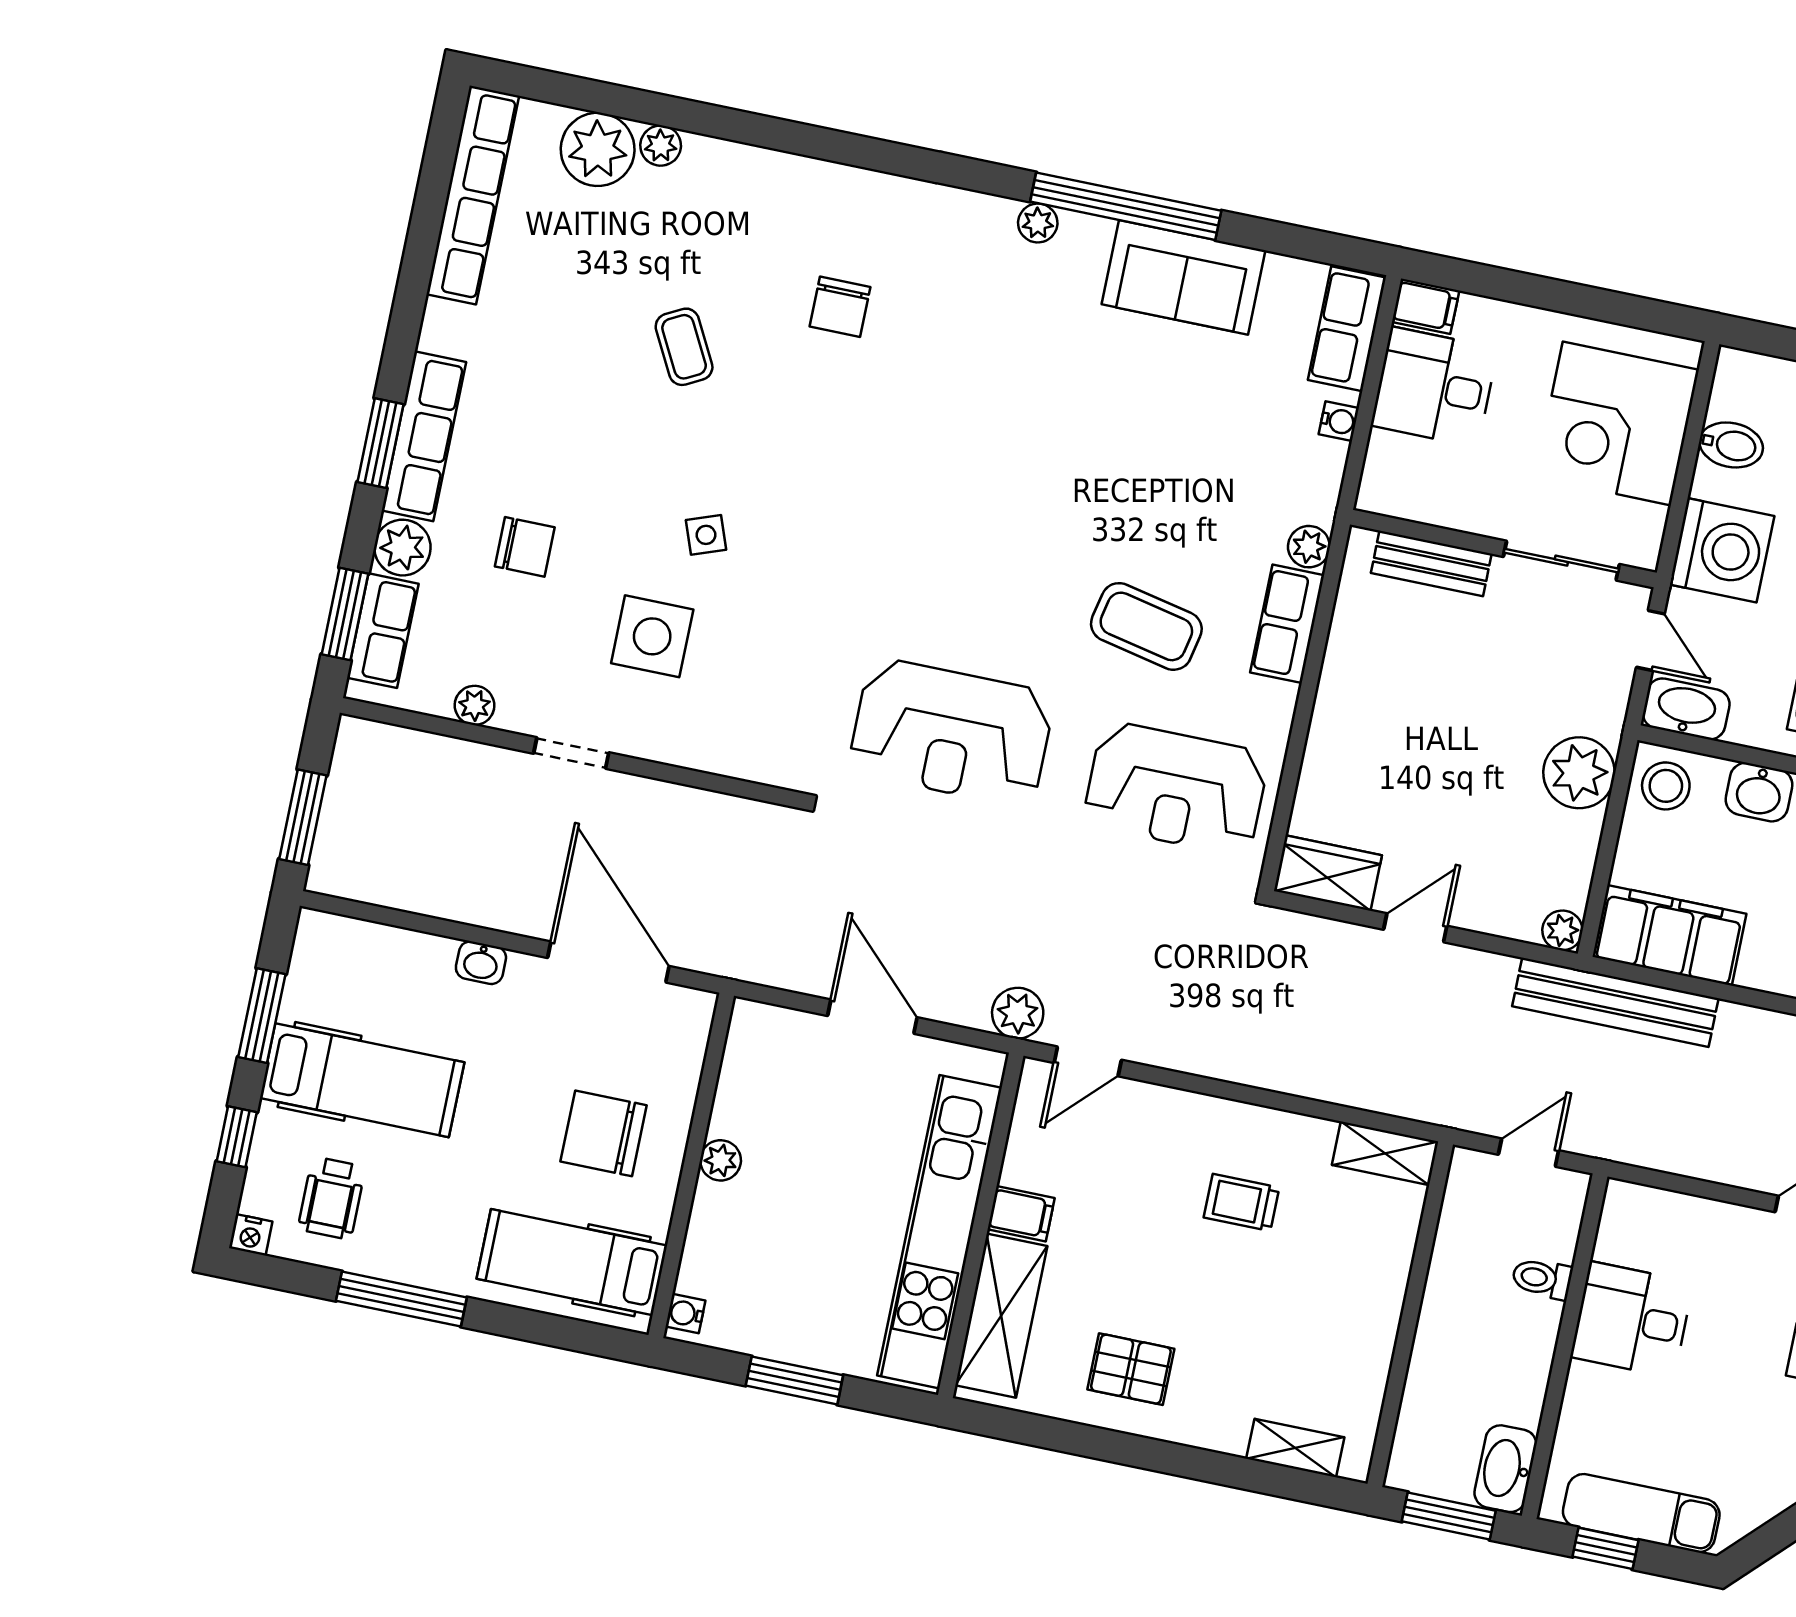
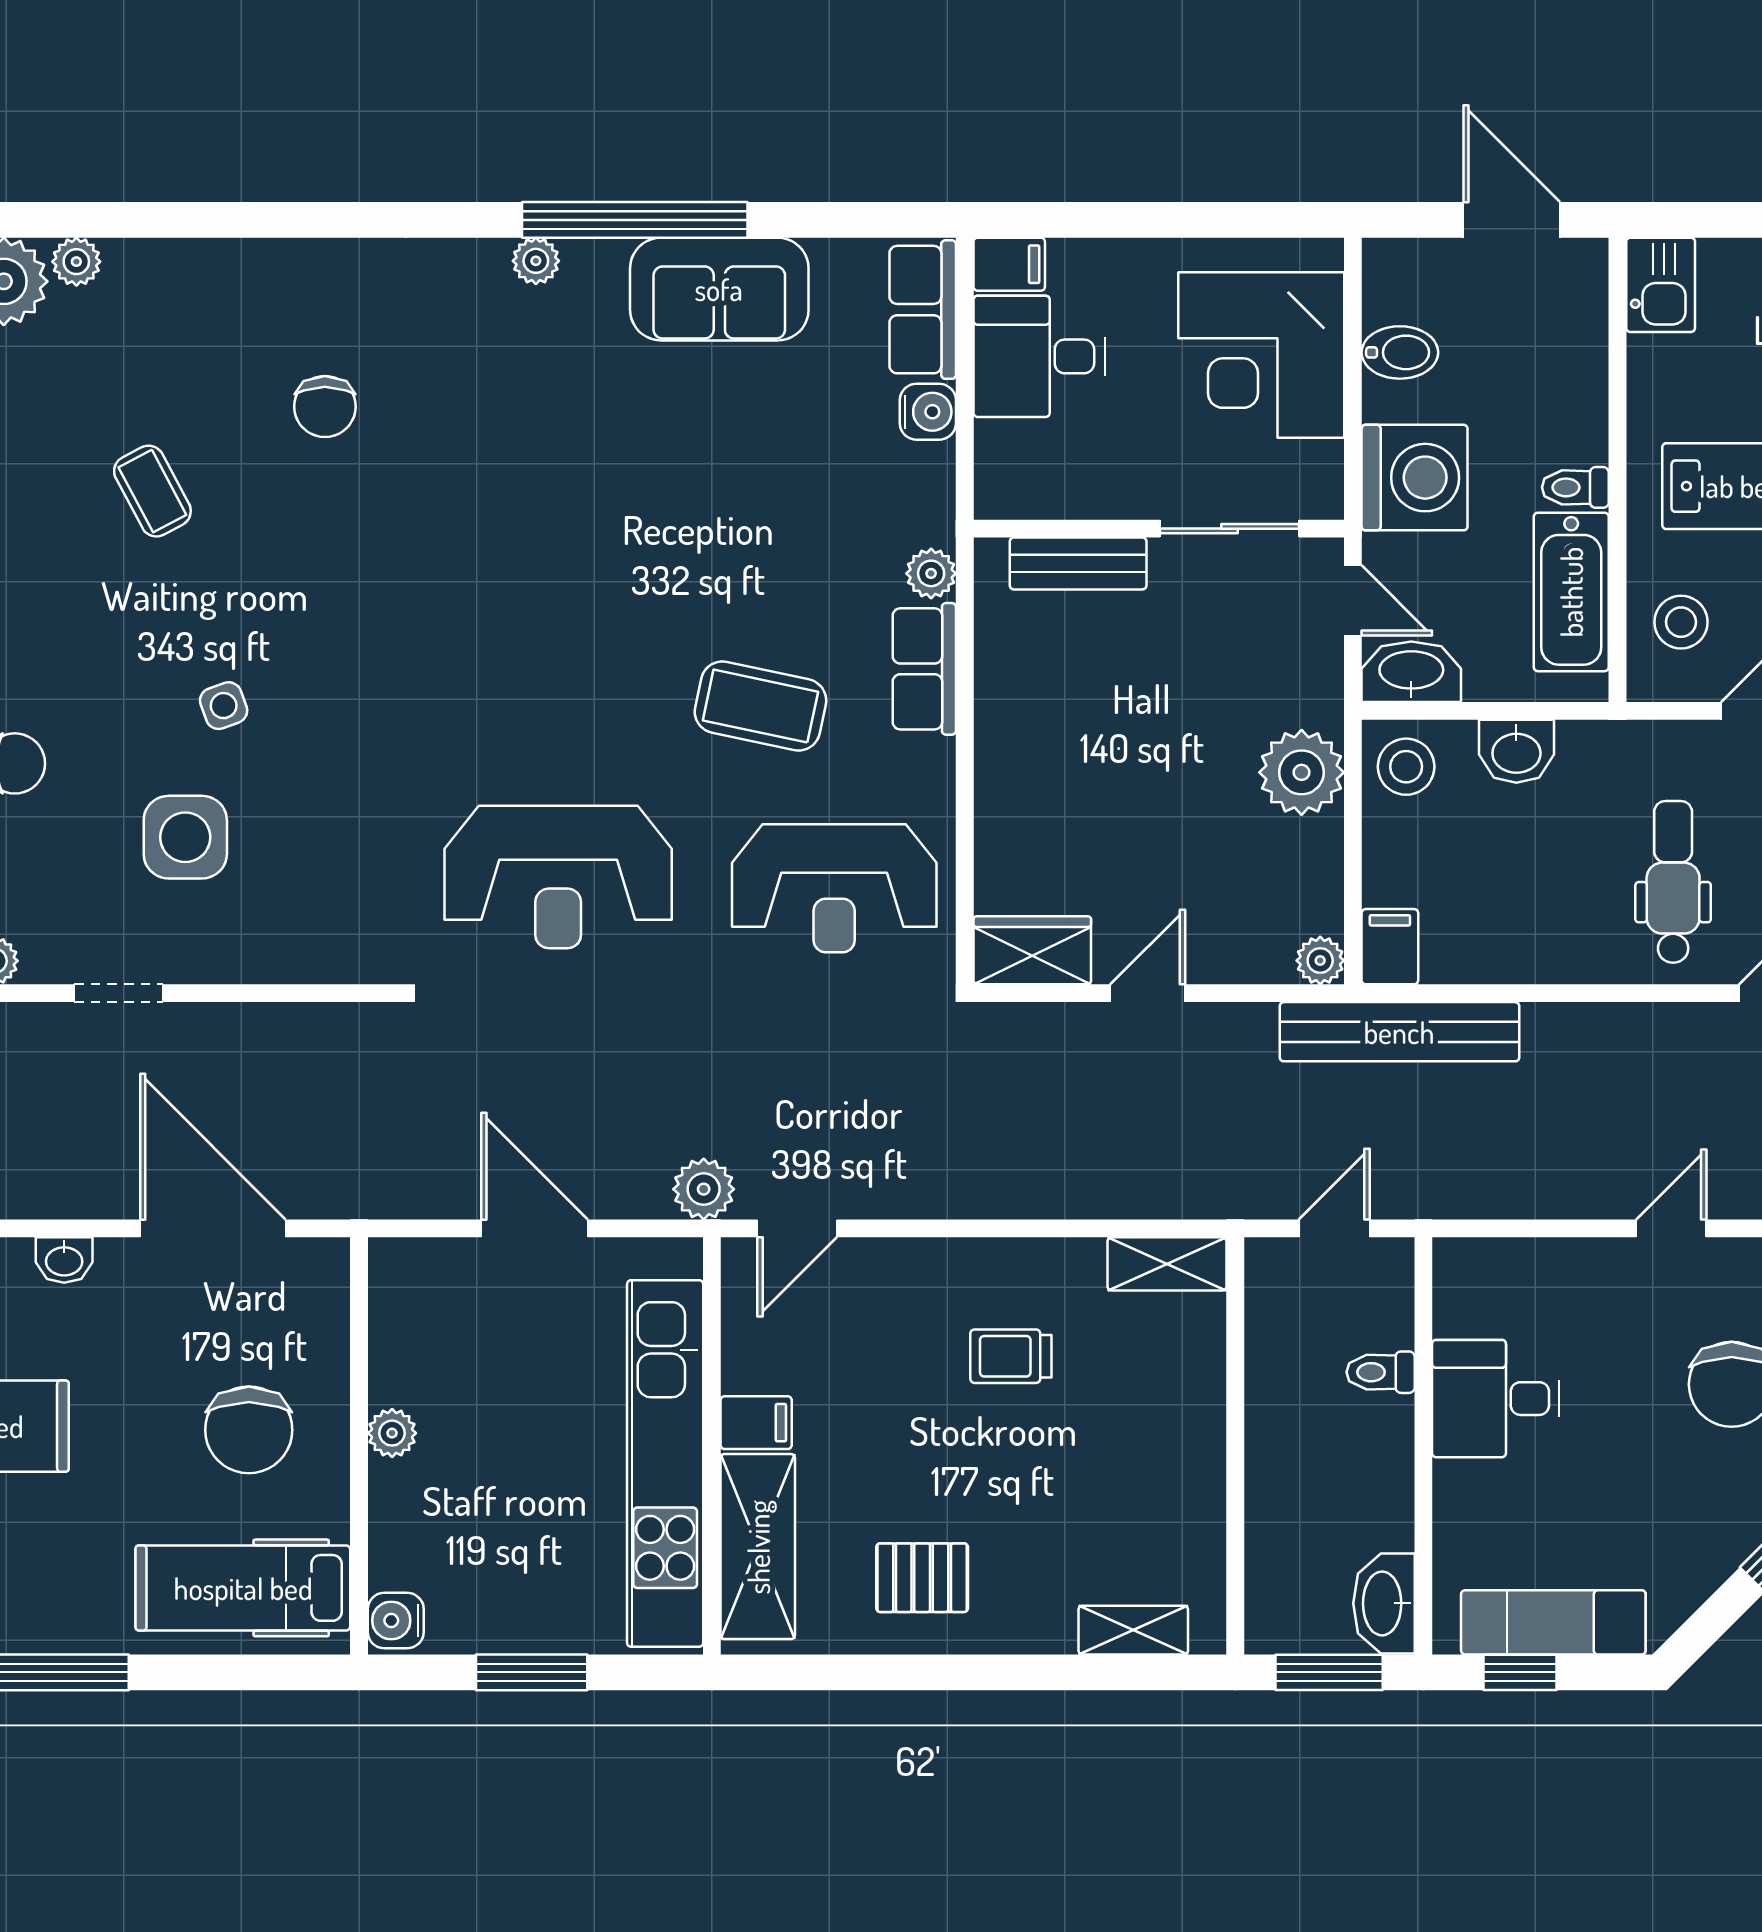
water cooler: (1339, 421) -> (928, 412), width x1.38, depth x1.38
filing cabinet: (1669, 935) -> (1390, 947), width x0.33, depth x0.86
chair: (604, 1133) -> (249, 1430), turned -90
water cooler: (685, 1313) -> (396, 1621), width x1.38, depth x1.38

